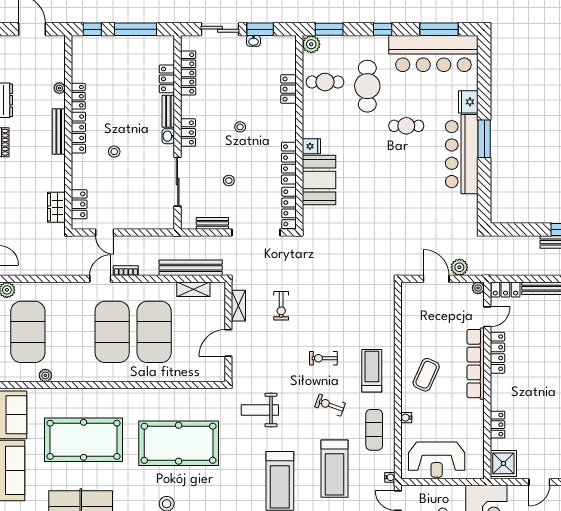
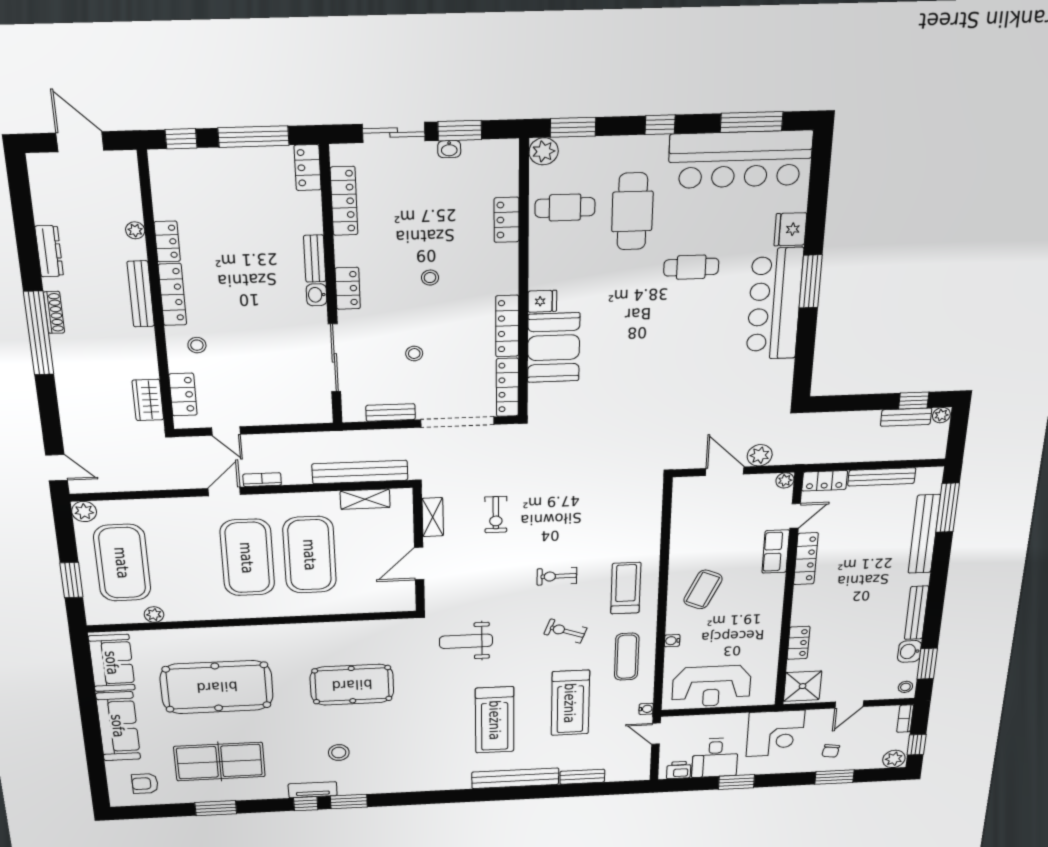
locker: (167, 79) -> (308, 168), moved
stool: (114, 152) -> (197, 345), moved
row of seats: (476, 364) -> (776, 552), width x0.50
pool table: (179, 443) -> (352, 685), width x0.73, depth x0.76

